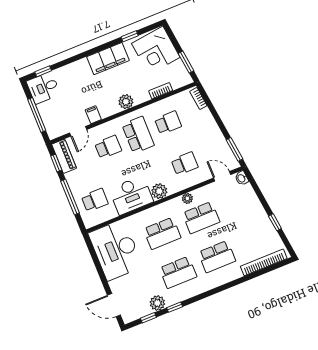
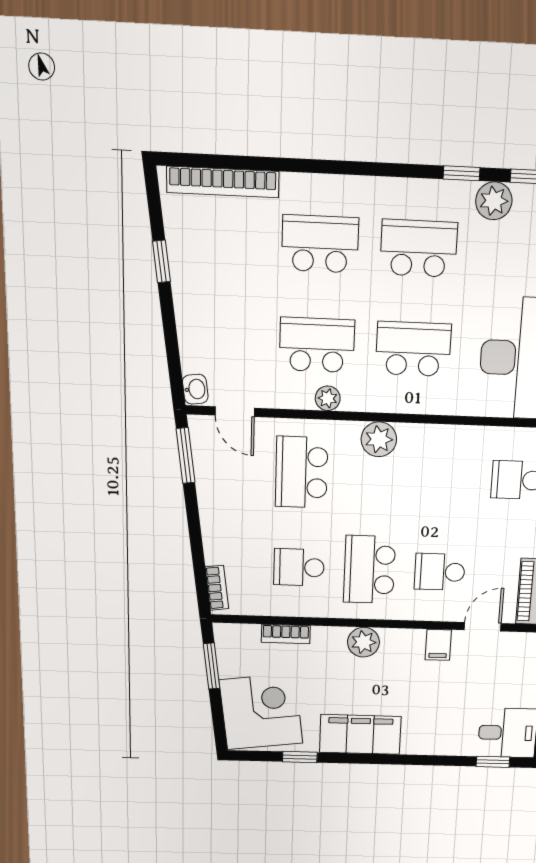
school desk: (185, 164) -> (302, 472), width x1.85
desk: (131, 195) -> (440, 457), removed

